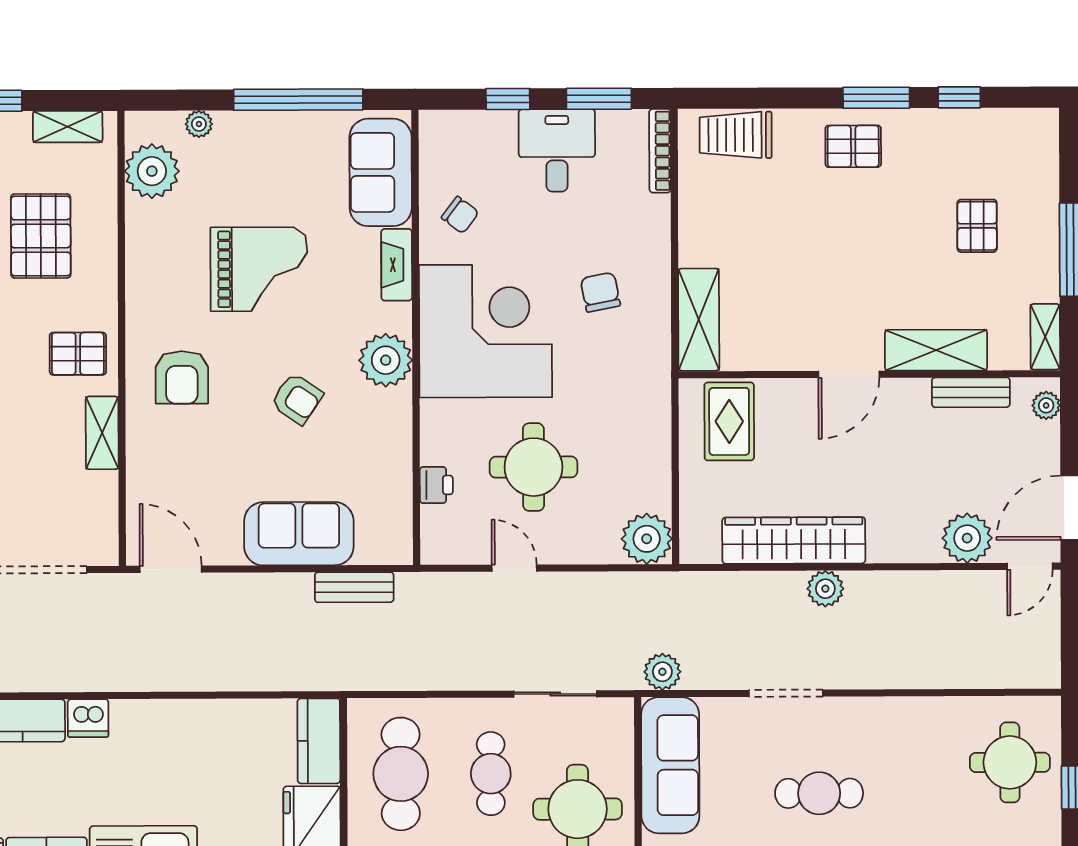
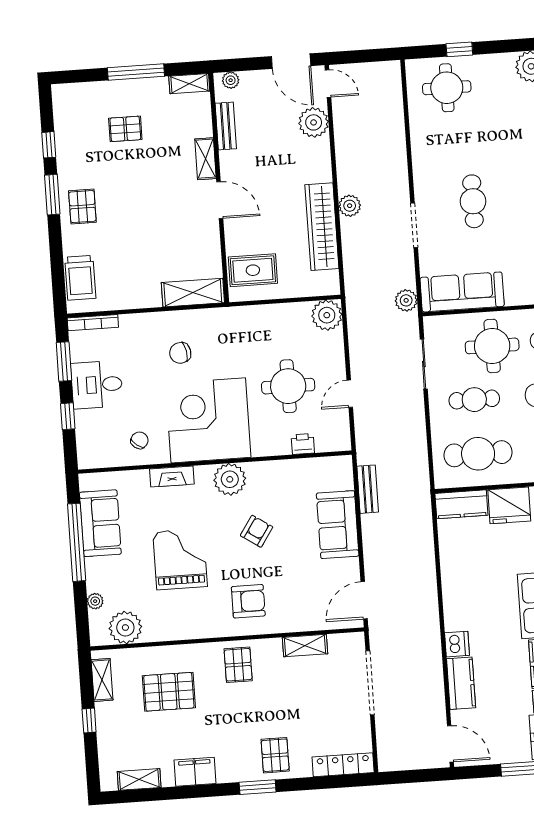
sofa: (381, 172) -> (100, 523), moved, turned -90
shelving: (936, 350) -> (206, 159), width x0.67, depth x0.75
shelving: (102, 433) -> (305, 646), moved

